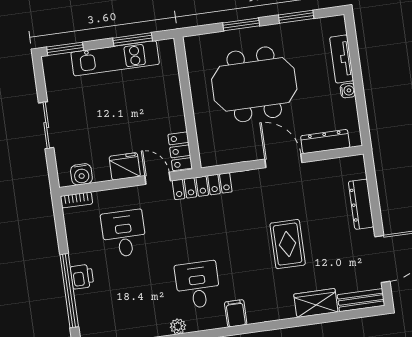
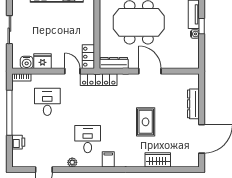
window: (357, 76) -> (202, 26), added
dresser: (325, 142) -> (114, 63), moved
fridge: (125, 166) -> (43, 61), moved
printer: (82, 277) -> (18, 142), moved
window: (69, 291) -> (9, 113), moved
bench: (361, 300) -> (185, 162), removed

